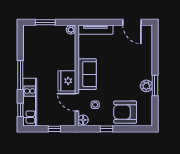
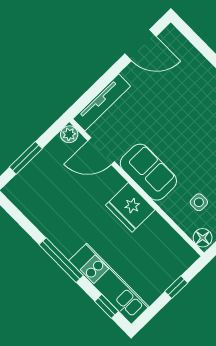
door: (77, 102) -> (101, 151), moved

